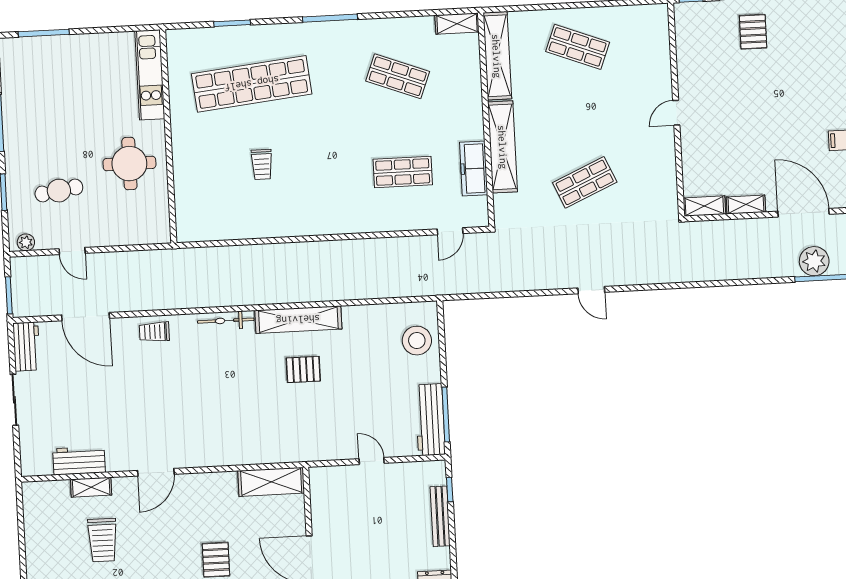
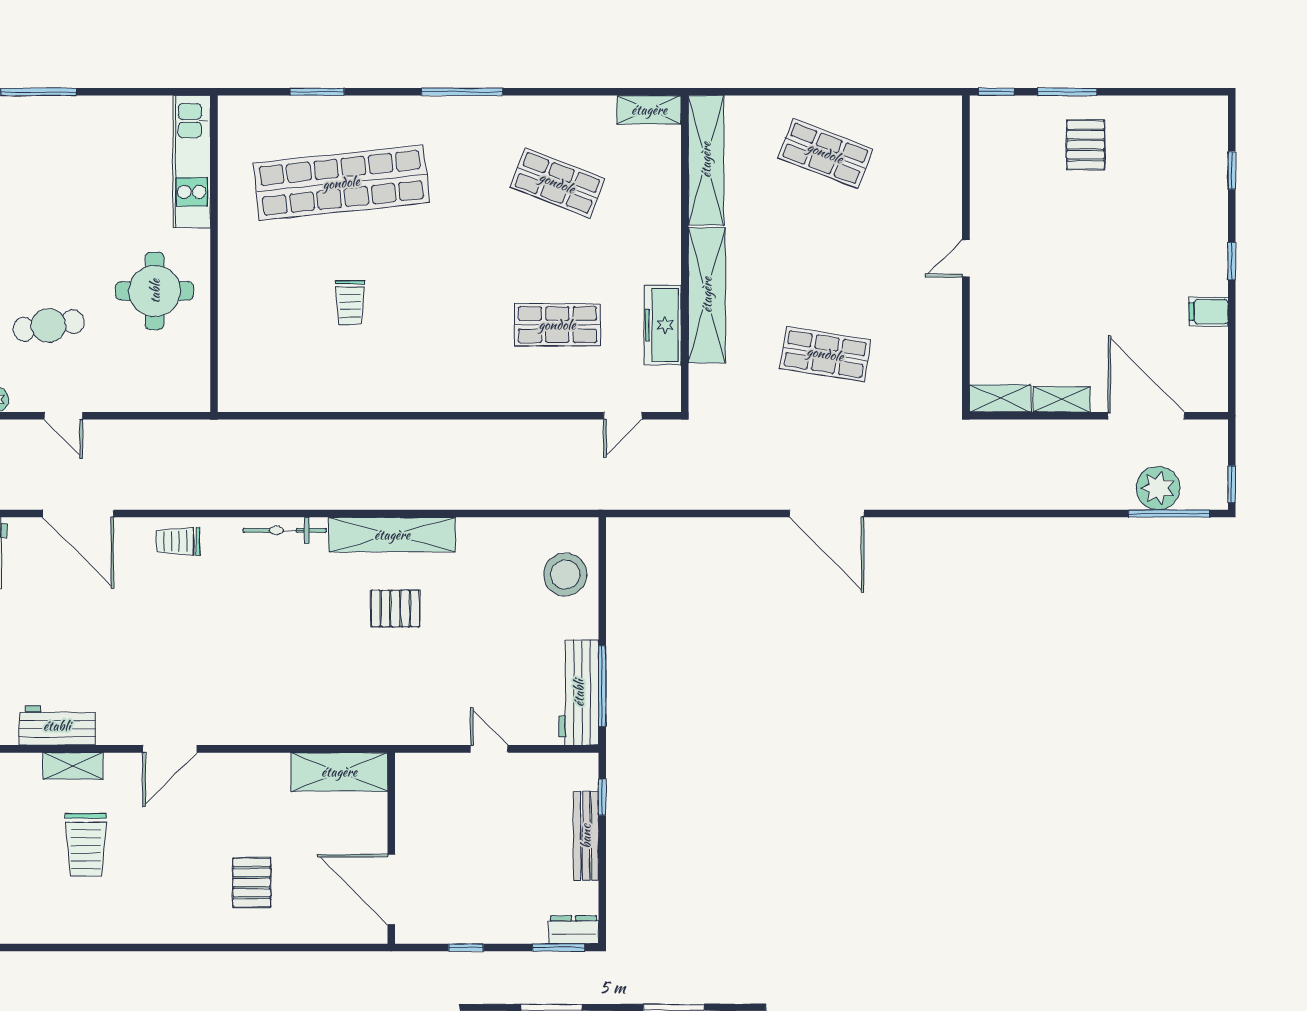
shop shelf: (585, 182) -> (825, 354), turned 33
door: (591, 290) -> (827, 514), width x1.87

